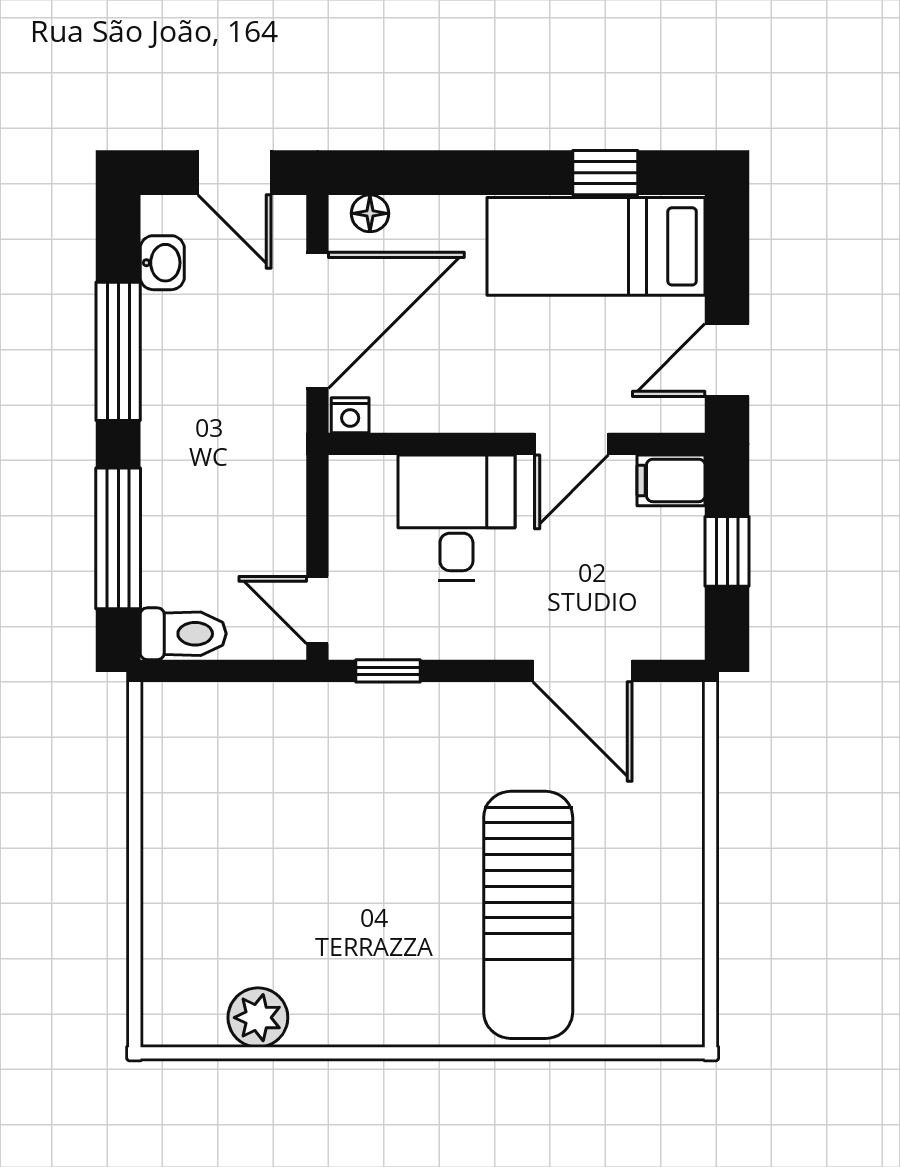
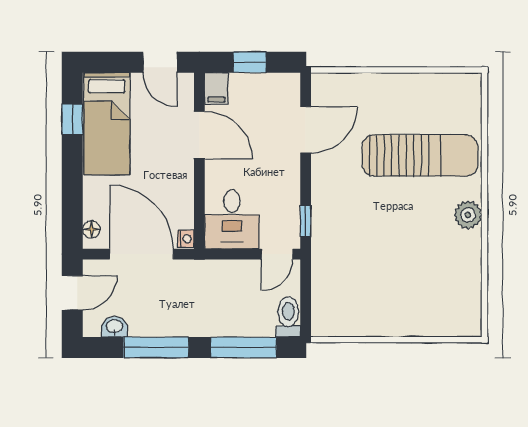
door: (572, 444) -> (199, 135), width x1.38
desk: (456, 518) -> (232, 219), moved, turned -90
plant: (258, 1018) -> (468, 215), moved

